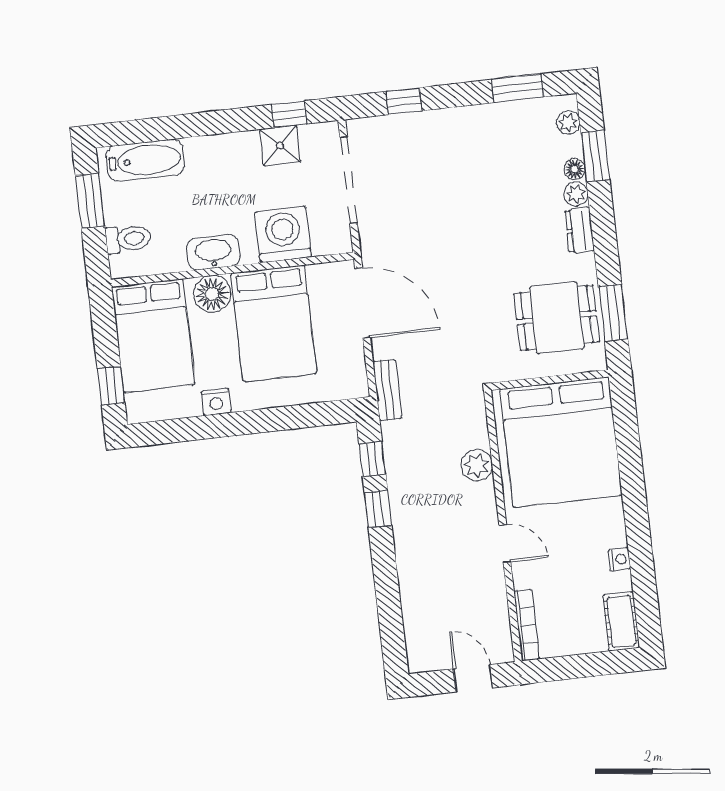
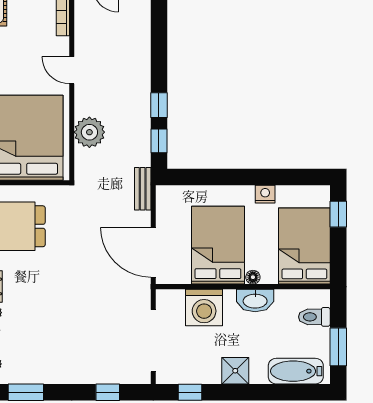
shower: (280, 146) -> (235, 371), moved
floor lamp: (212, 294) -> (253, 277), width x0.53, depth x0.53
plant: (477, 465) -> (89, 132), width x1.36, depth x1.36

